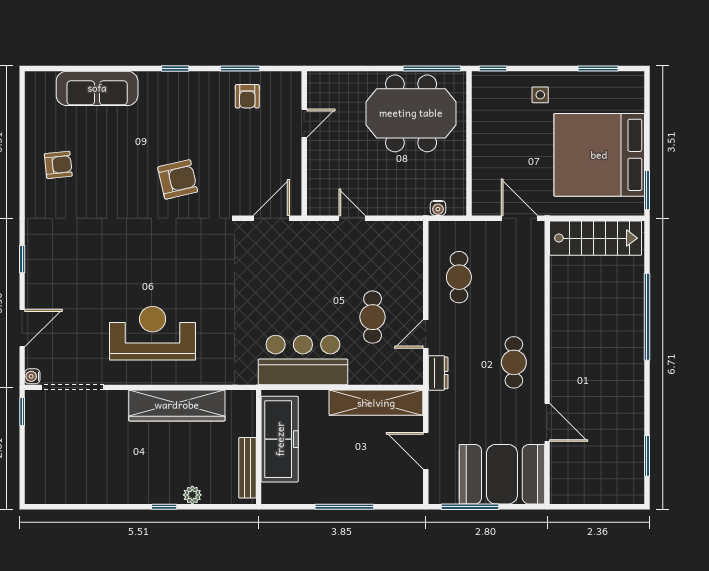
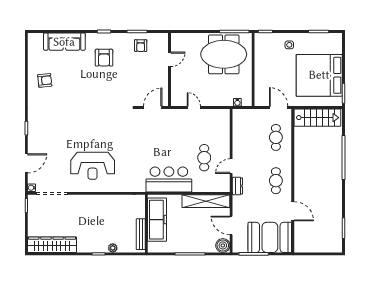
armchair: (178, 179) -> (104, 58), moved, turned 103
cafe table: (459, 277) -> (276, 137), moved
reception desk: (153, 333) -> (93, 166), turned 180
wardrobe: (177, 405) -> (52, 245), moved, turned 180
boiler: (409, 490) -> (223, 245), added

